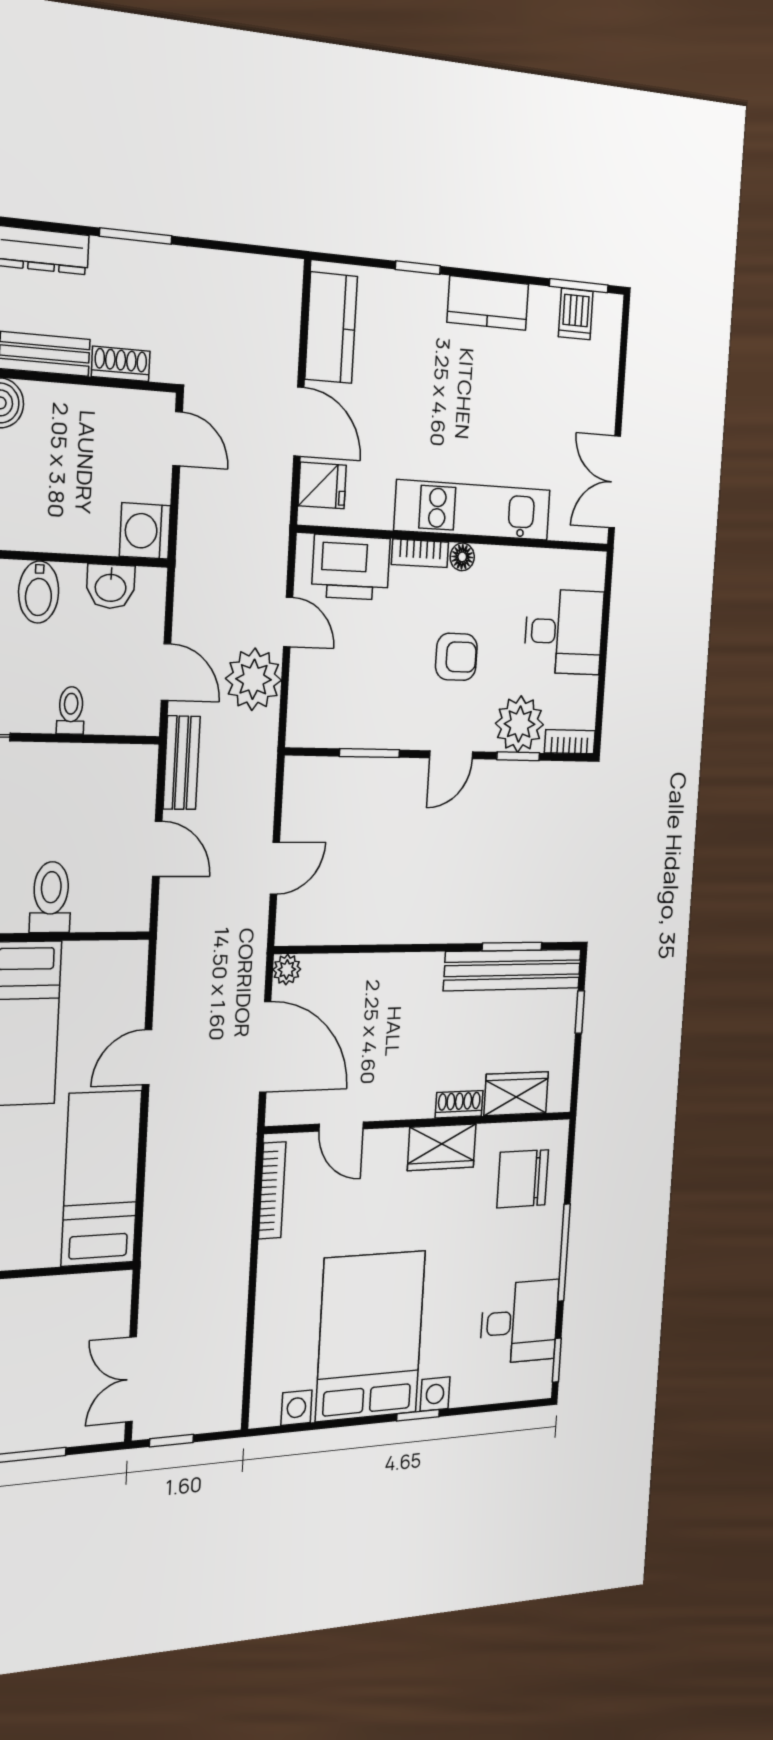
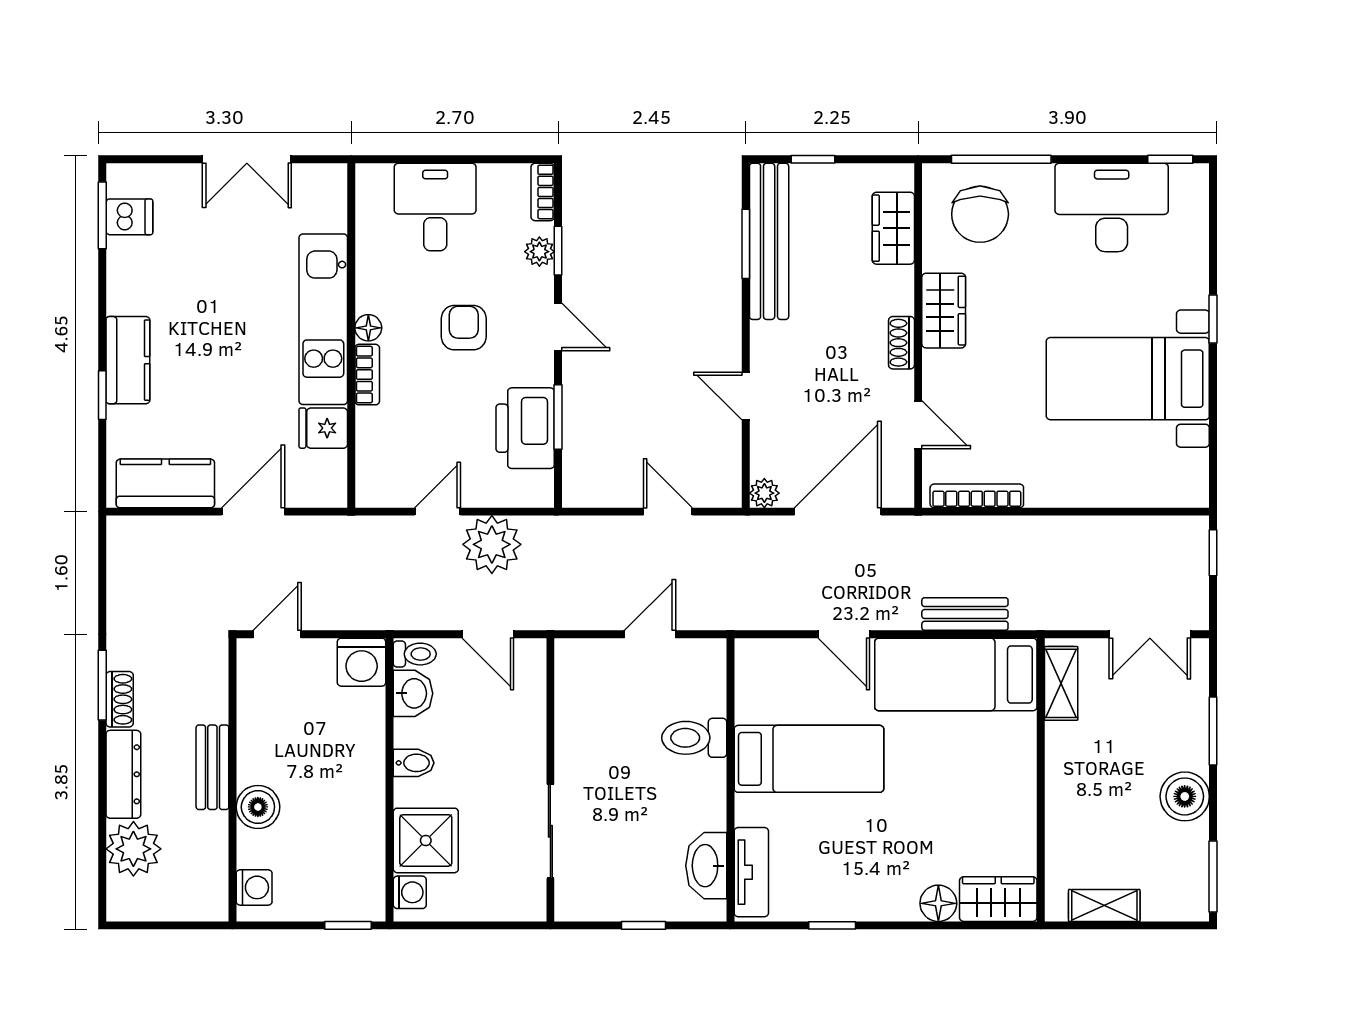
kitchen counter: (488, 303) -> (128, 360), moved
shoe rack: (121, 364) -> (120, 699), moved, turned 180
double door: (615, 482) -> (247, 159), moved
fridge: (322, 485) -> (323, 428), moved, turned -90
printer: (351, 567) -> (525, 428), moved, turned 180
bidet: (39, 592) -> (414, 763), width x0.72, depth x0.74
door: (166, 672) -> (488, 634), swing flipped
toilet: (71, 710) -> (415, 654), moved, turned 180
plant: (519, 724) -> (539, 252), width x0.53, depth x0.53
bench: (182, 763) -> (965, 614), moved
door: (377, 949) -> (746, 396), added
shoe rack: (459, 1104) -> (902, 343), moved
door: (341, 1127) -> (918, 425), hinge flipped
window: (564, 1253) -> (1001, 159), moved
shelving: (87, 1290) -> (1061, 683), added
desk: (519, 1322) -> (1112, 207), width x1.37
bed with nightstands: (370, 1336) -> (1128, 379), width x0.73
window: (171, 1441) -> (1213, 553), moved

